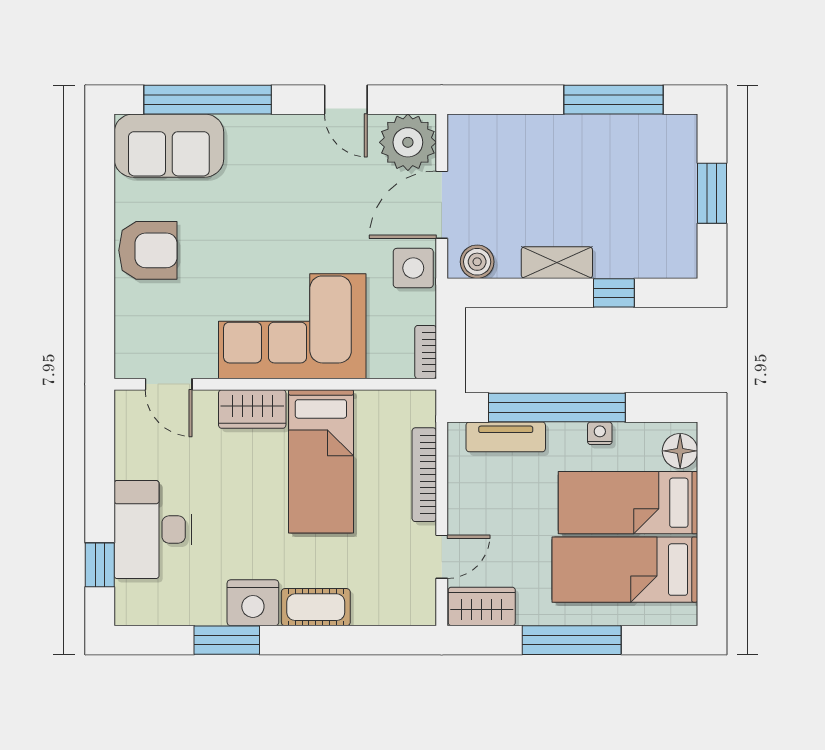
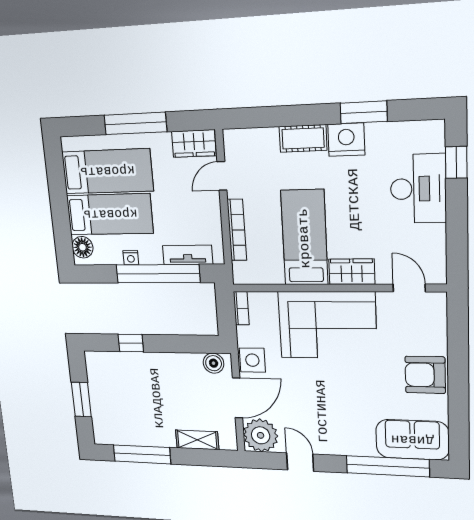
shelving: (557, 263) -> (197, 440), moved

